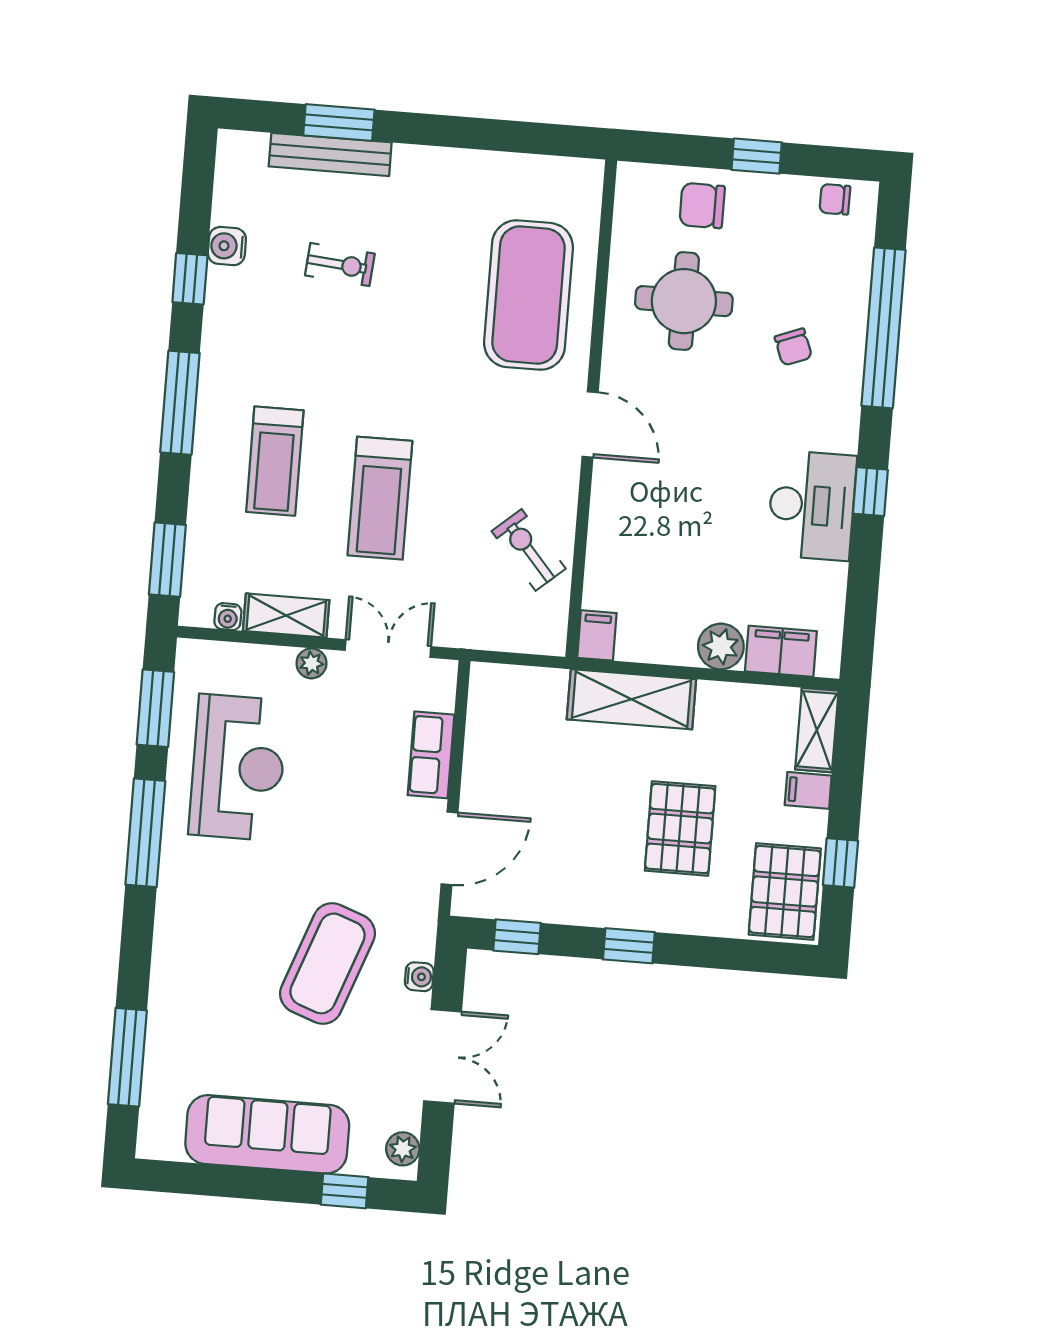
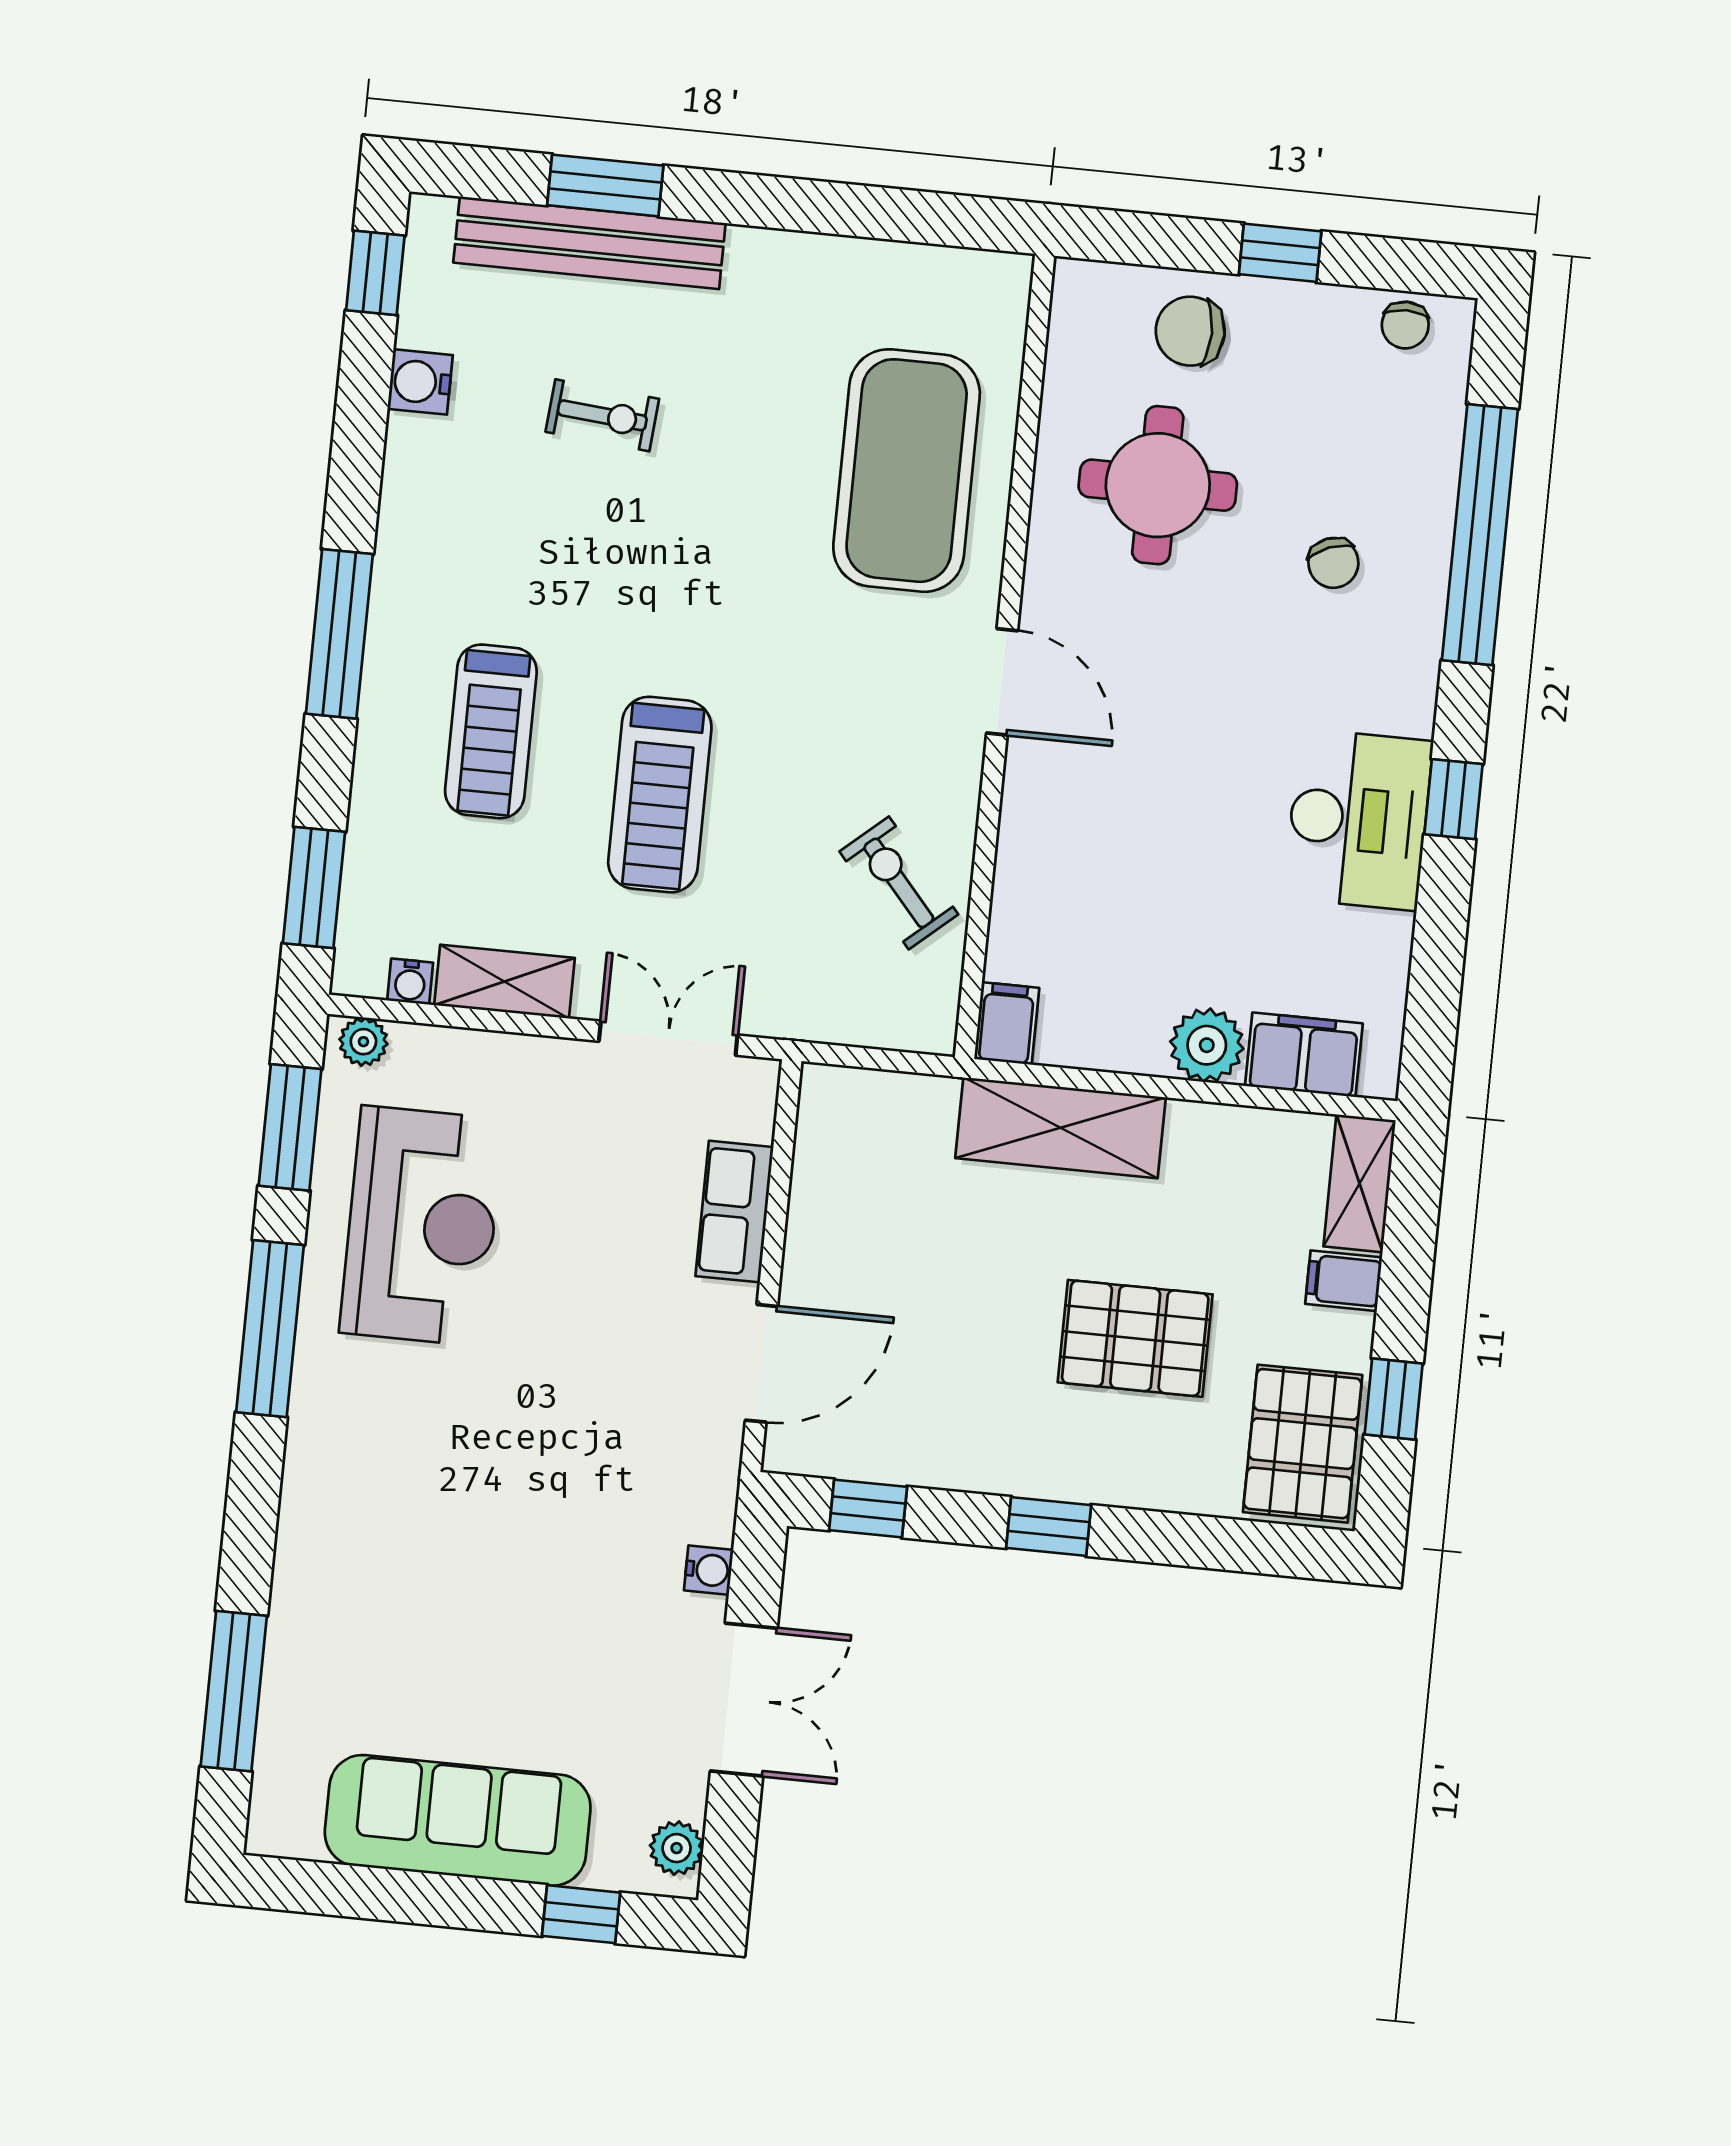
bench: (330, 154) -> (589, 243), width x1.37, depth x1.21
chair: (835, 199) -> (1405, 325), turned -90
window: (190, 279) -> (375, 273), moved
plant: (311, 663) -> (363, 1042), moved
pallet: (680, 828) -> (1135, 1338), turned 90
coffee table: (327, 963) -> (561, 1546), removed

